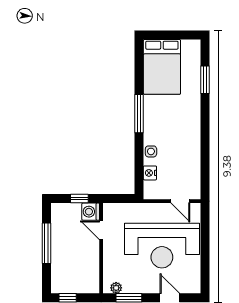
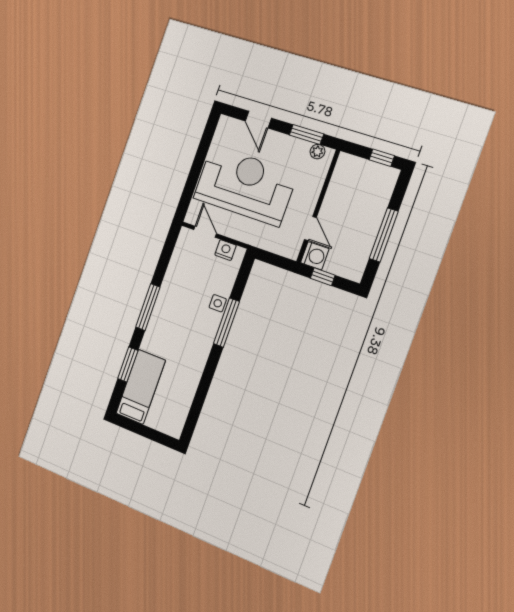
bed: (162, 67) -> (141, 387), moved, width x0.67
window: (139, 114) -> (226, 323), moved
window: (205, 129) -> (148, 307), added
nightstand: (150, 173) -> (225, 250), moved, turned -90

